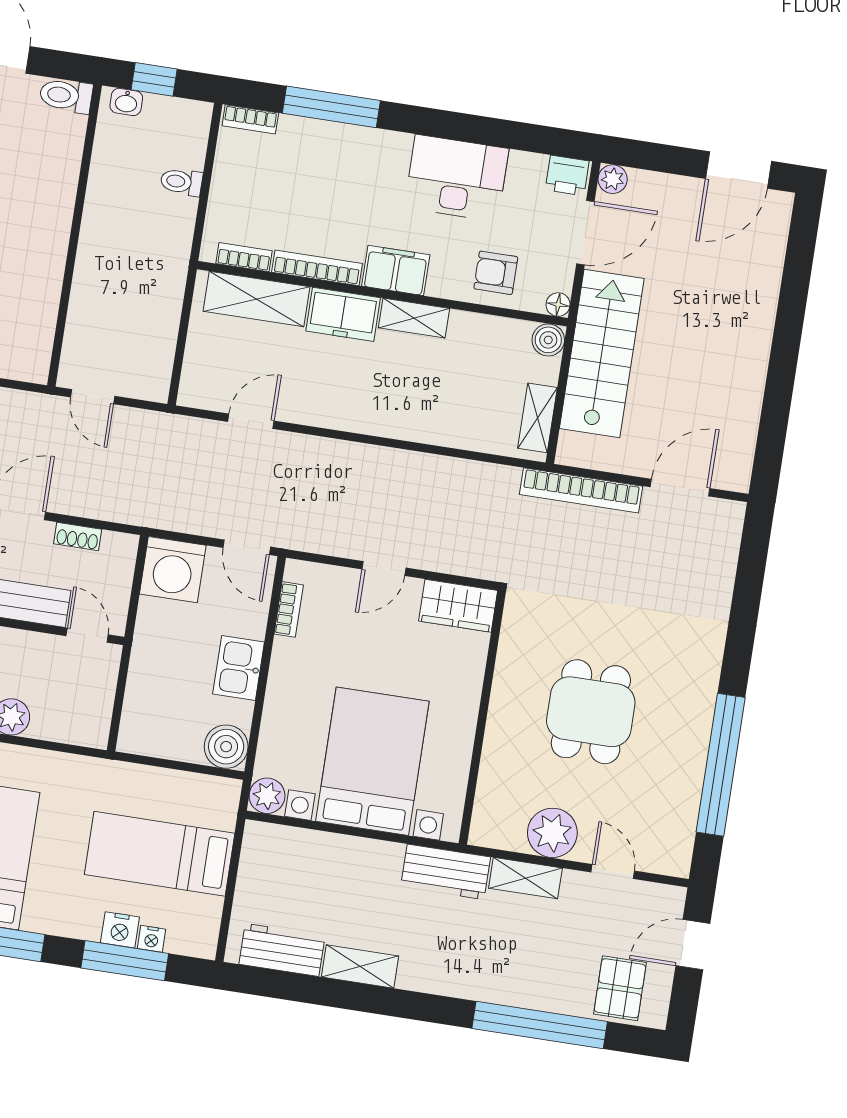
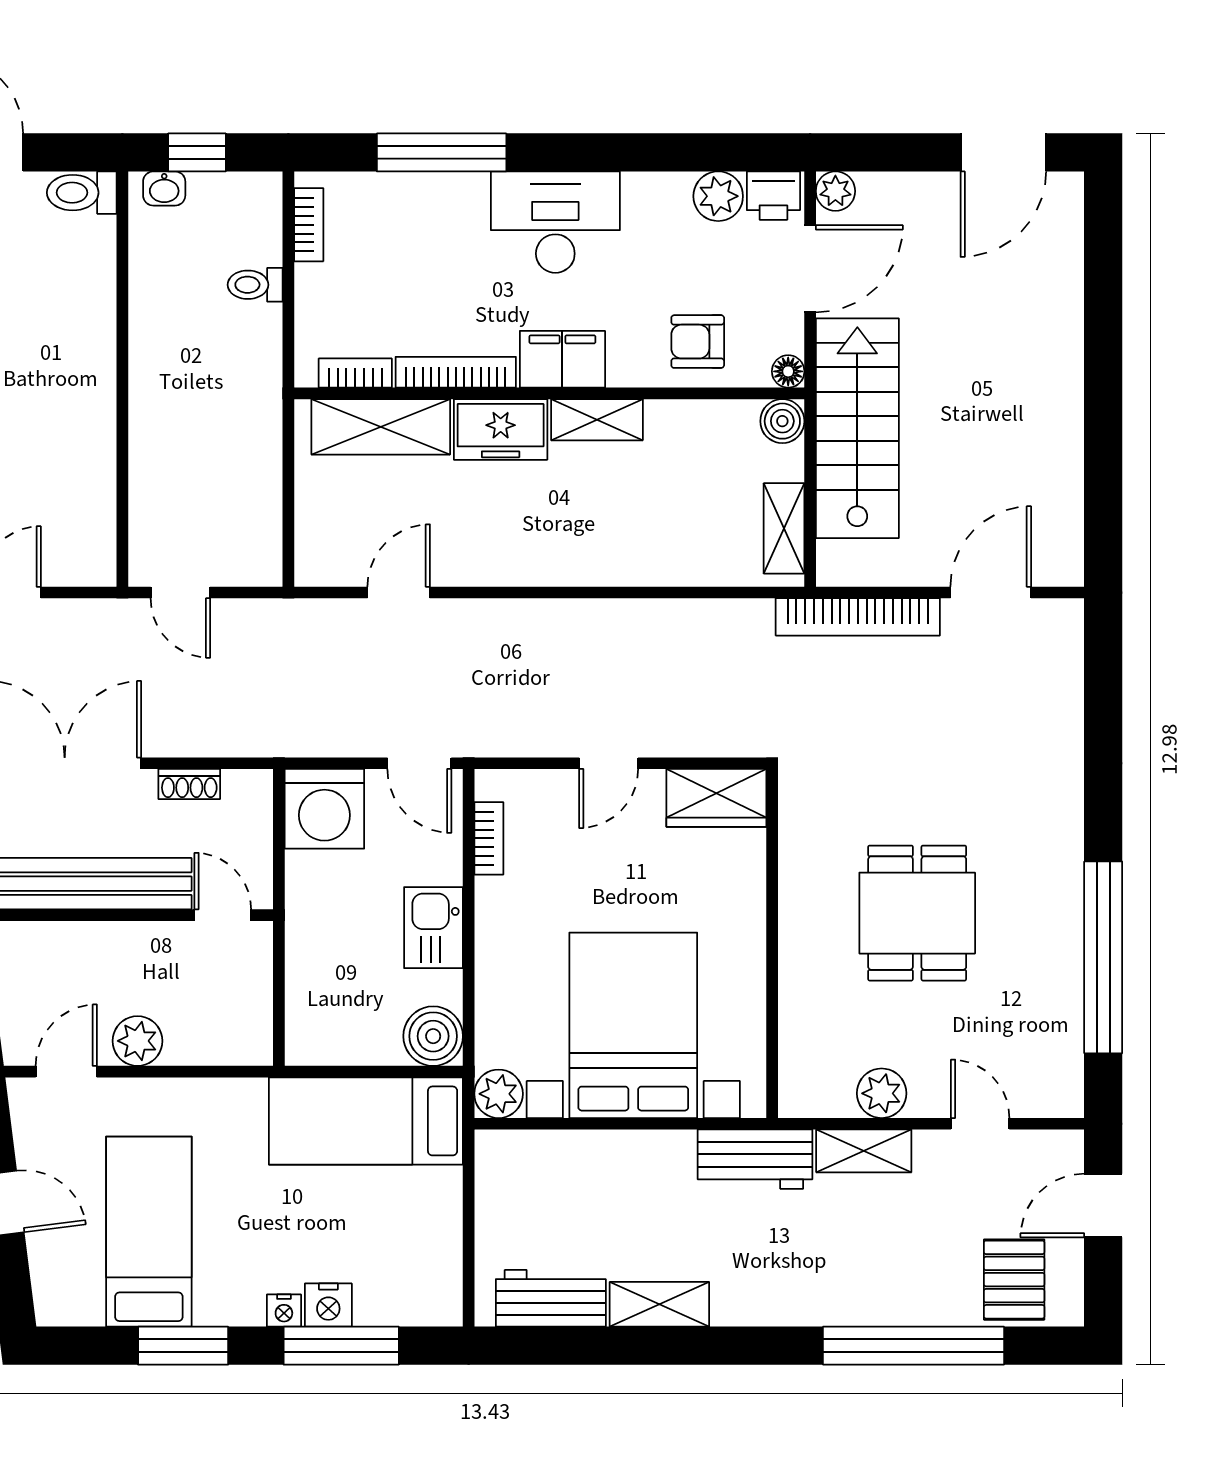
bookcase: (250, 119) -> (309, 225), moved, turned -90
plant: (527, 170) -> (718, 196), added
desk: (457, 178) -> (555, 222), moved
plant: (552, 833) -> (882, 1093), width x0.73, depth x0.73
bed: (160, 854) -> (366, 1121), moved
nightstand: (152, 939) -> (284, 1311), moved

